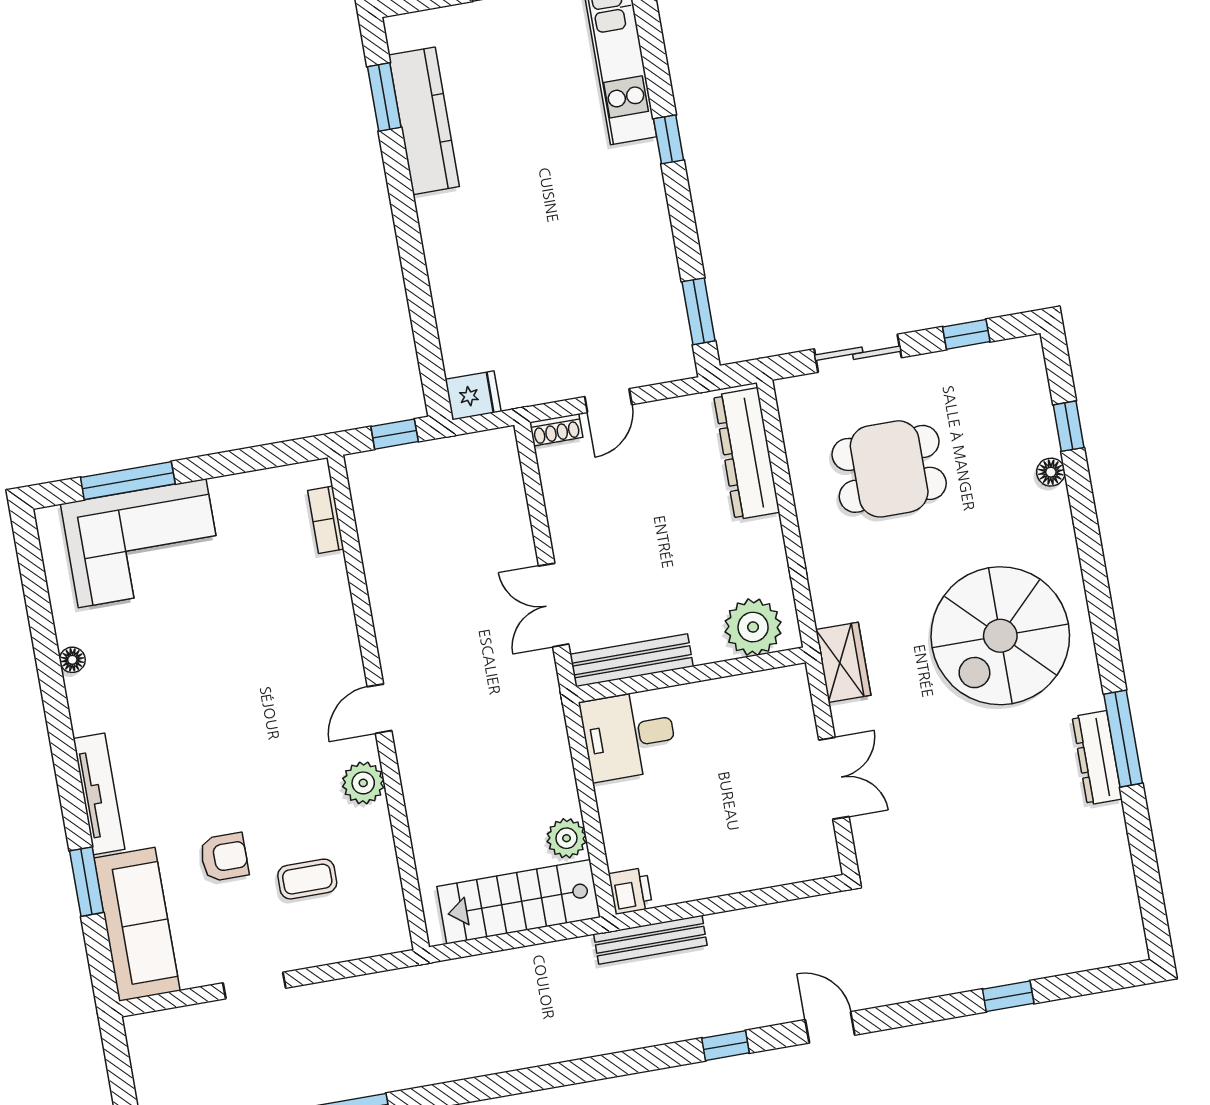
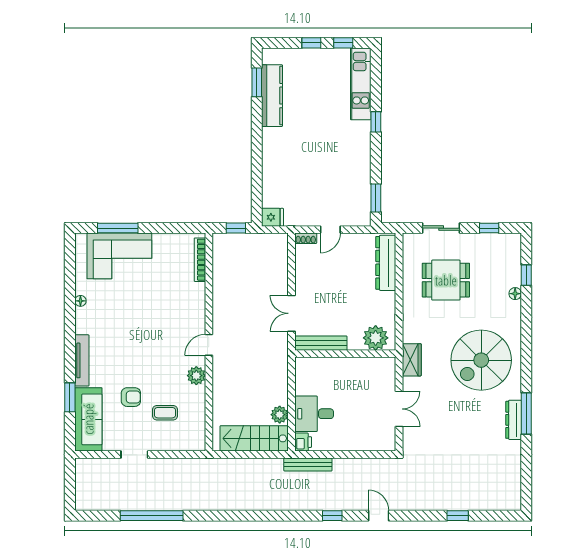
bookcase: (326, 520) -> (200, 260), width x1.56
desk: (629, 735) -> (314, 414), moved

